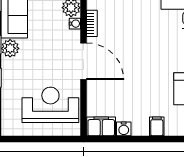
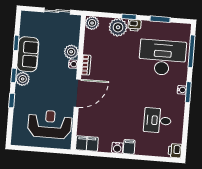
door: (83, 61) -> (77, 93), hinge flipped
water cooler: (124, 129) -> (117, 148), moved

